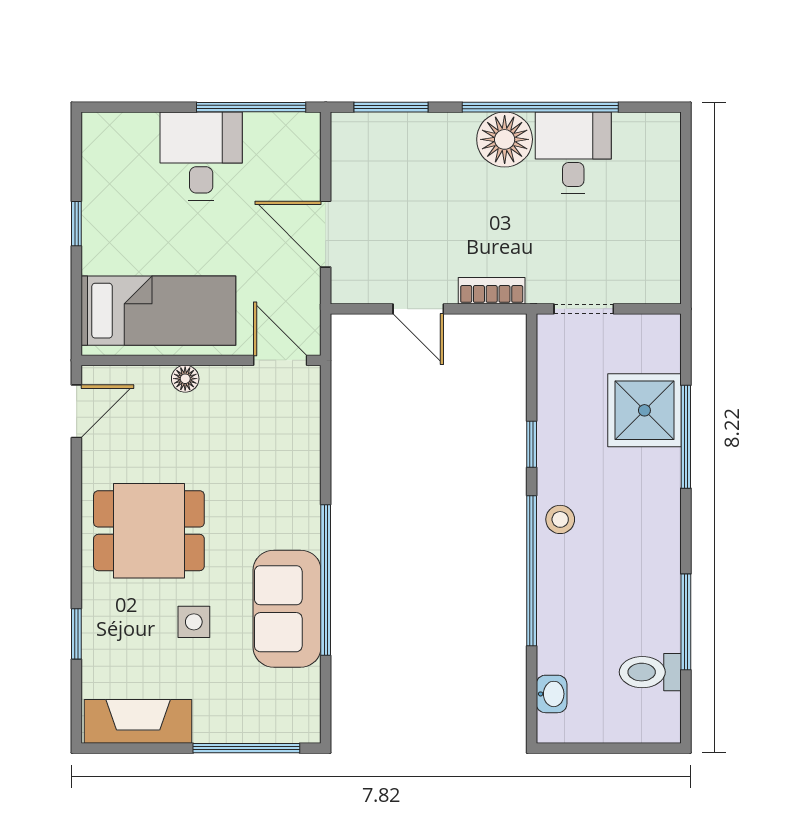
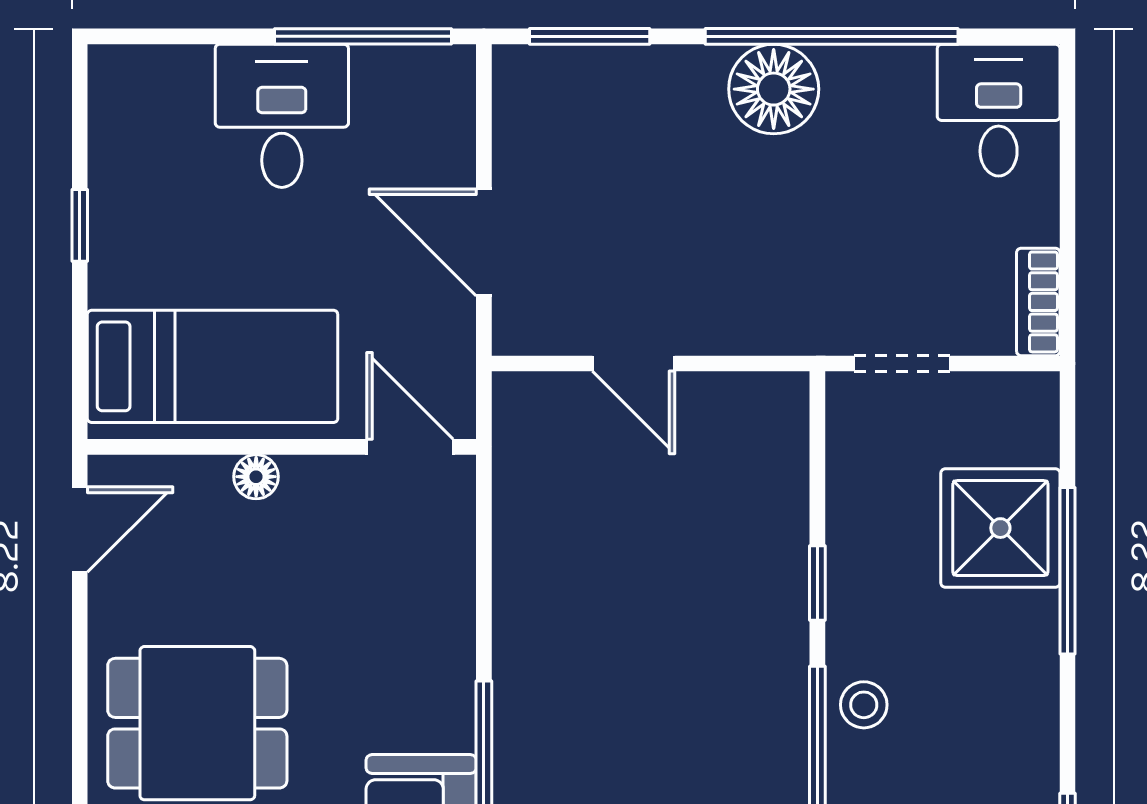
desk: (573, 152) -> (999, 110), moved
bookcase: (492, 291) -> (1038, 302), moved, turned -90

